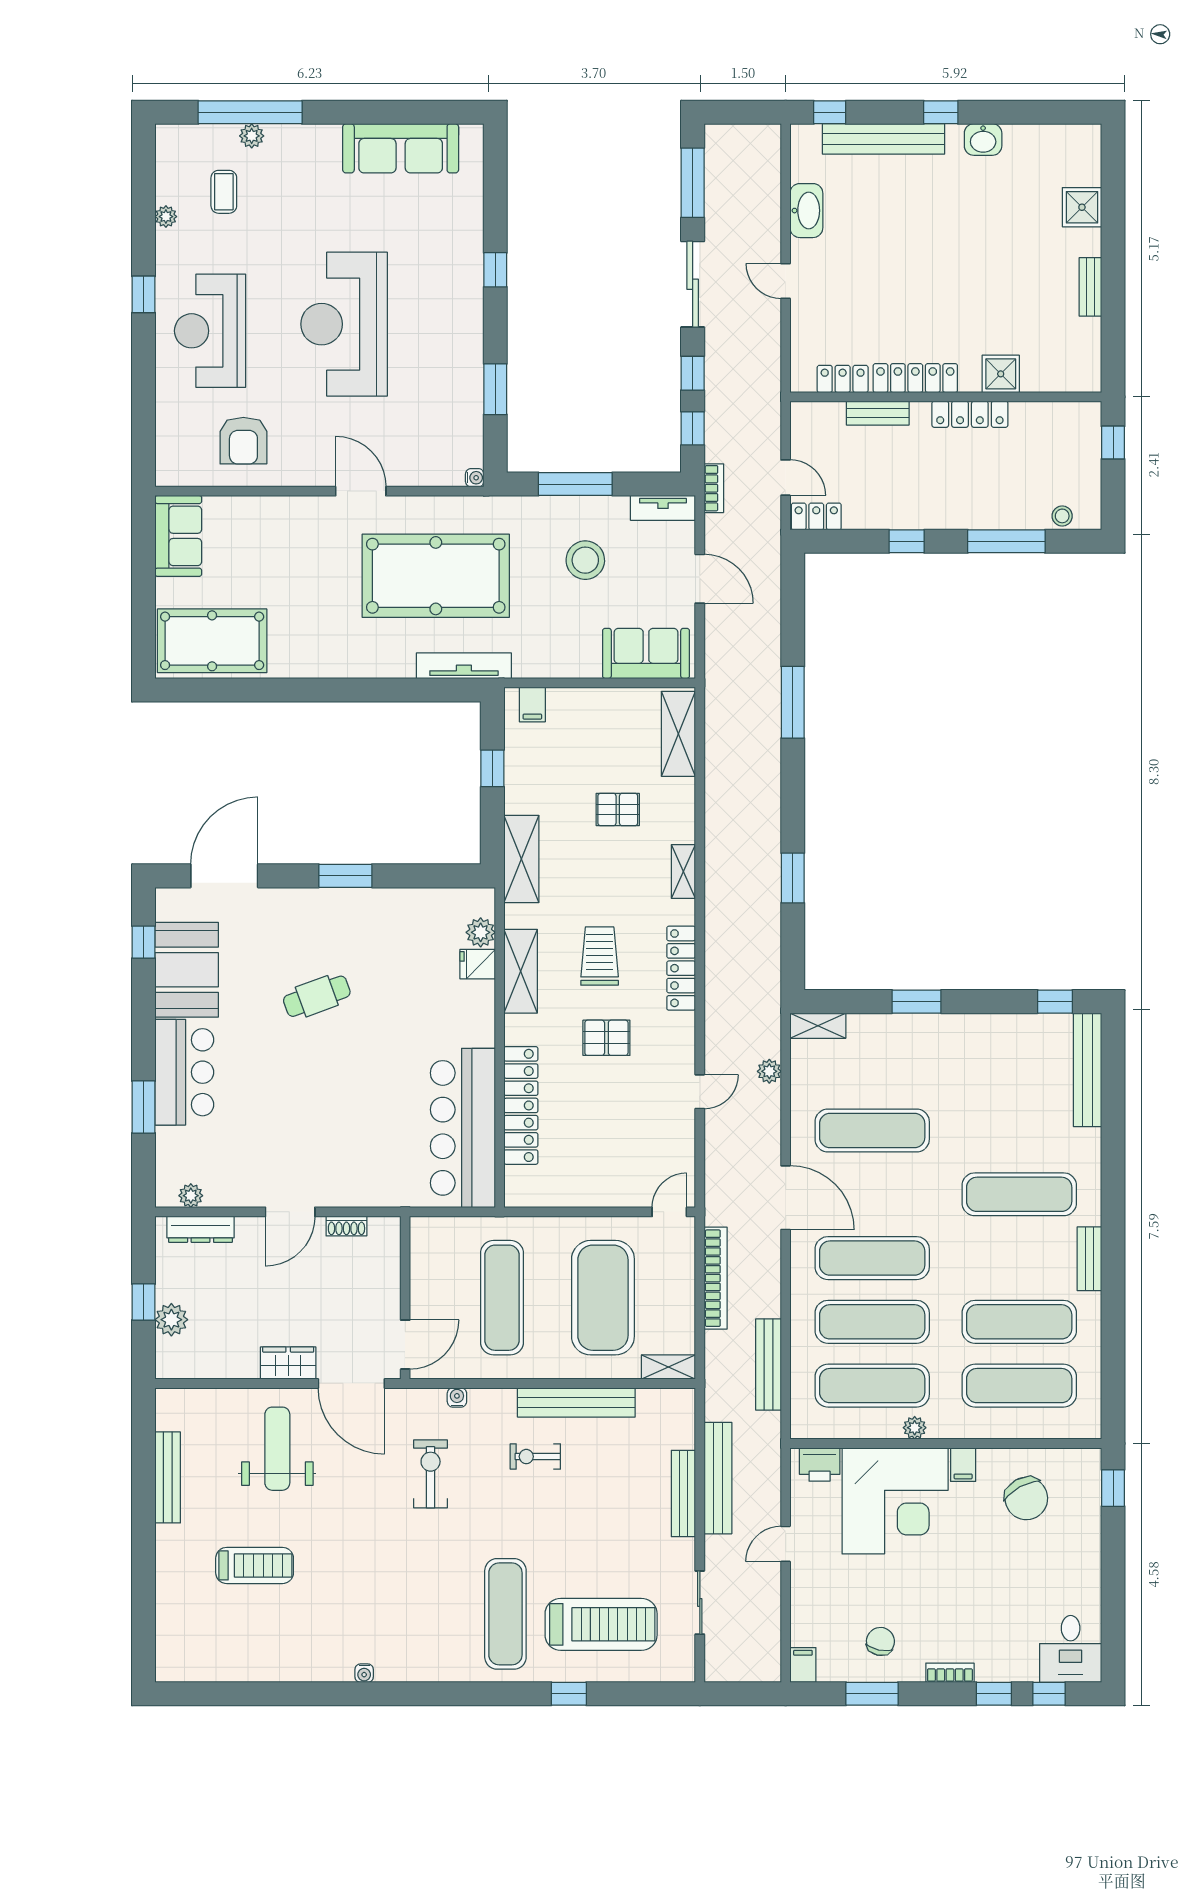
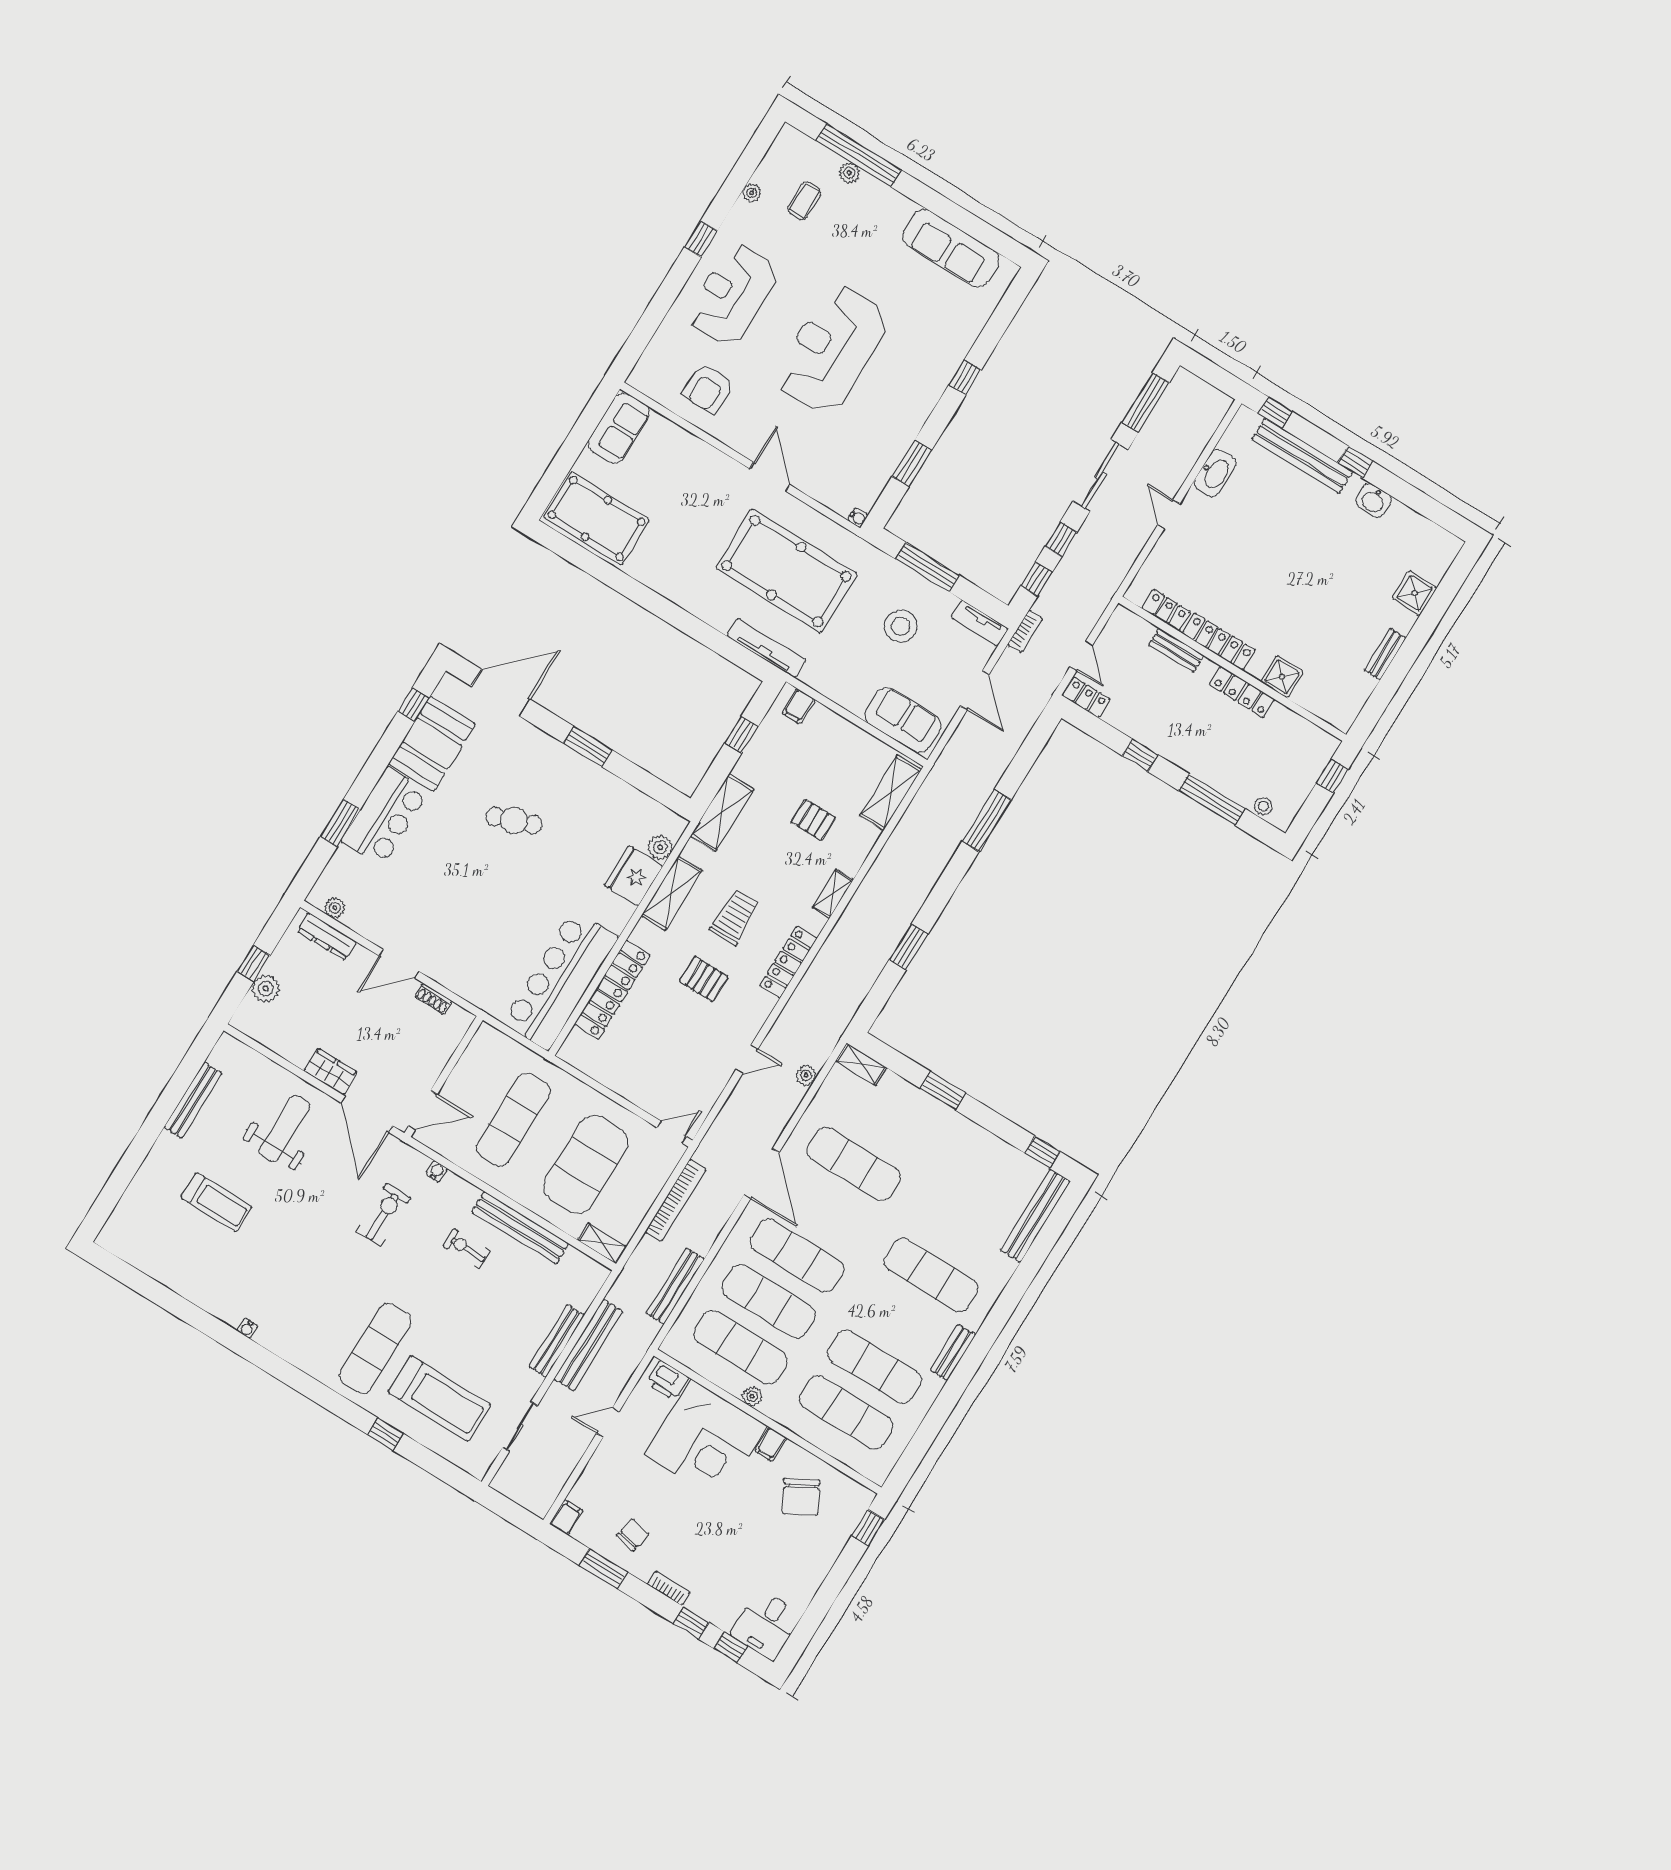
fridge: (478, 964) -> (634, 876), width x1.88, depth x1.34

